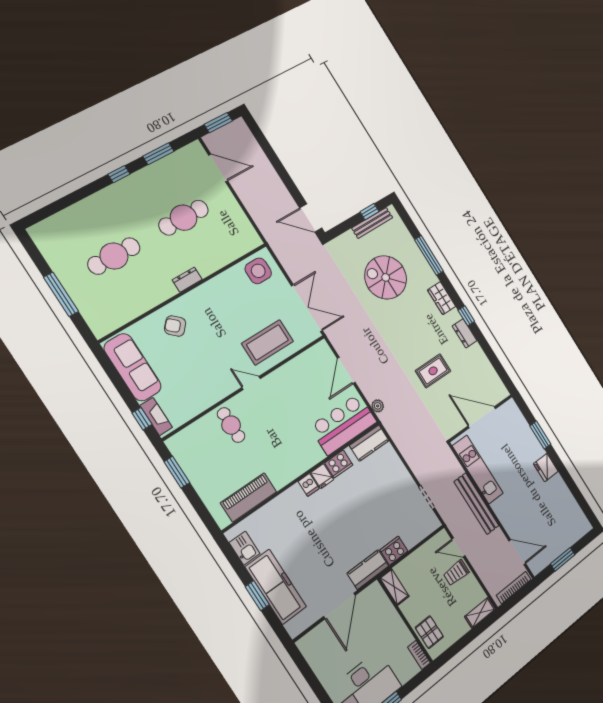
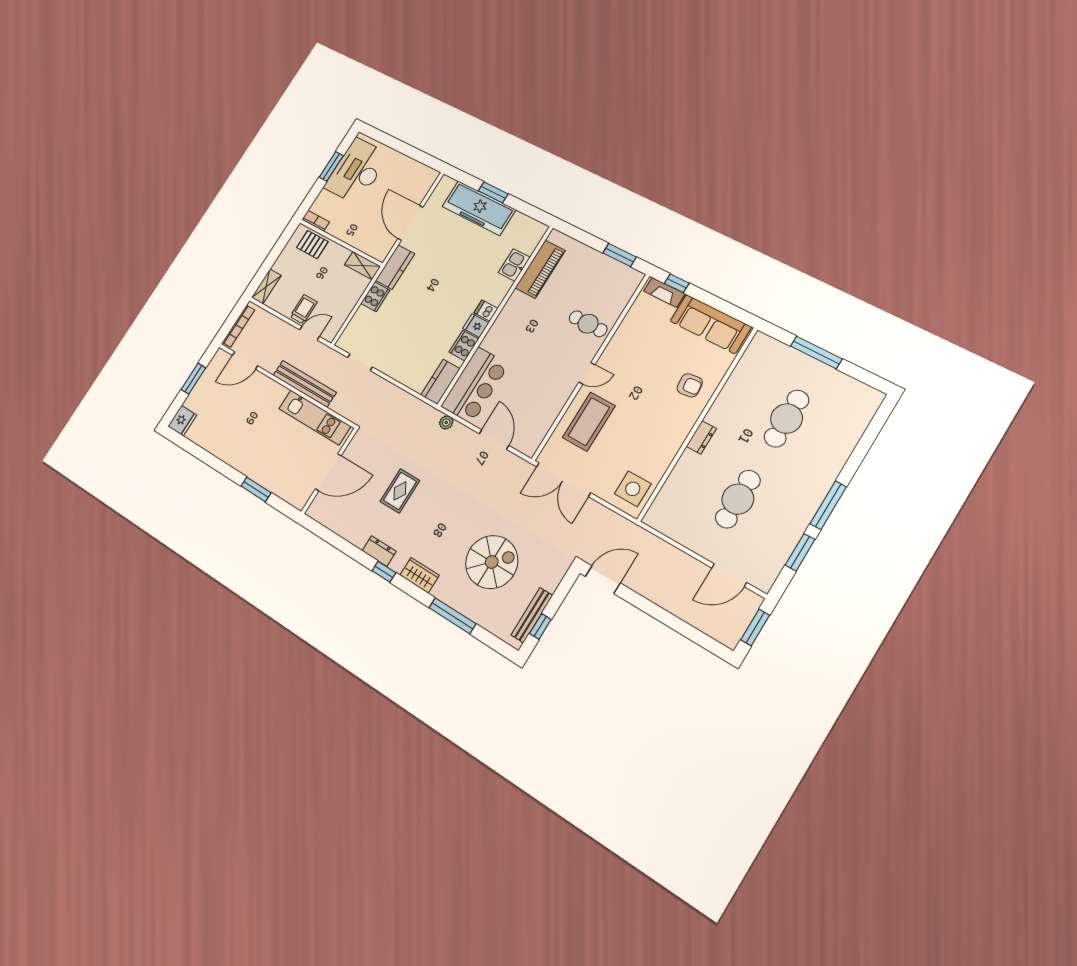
window: (119, 174) -> (828, 505), width x2.17
armchair: (175, 326) -> (690, 385), turned 41
fridge: (546, 468) -> (182, 421), moved, turned 90
kitchen sink: (245, 548) -> (514, 265), moved, turned 90

